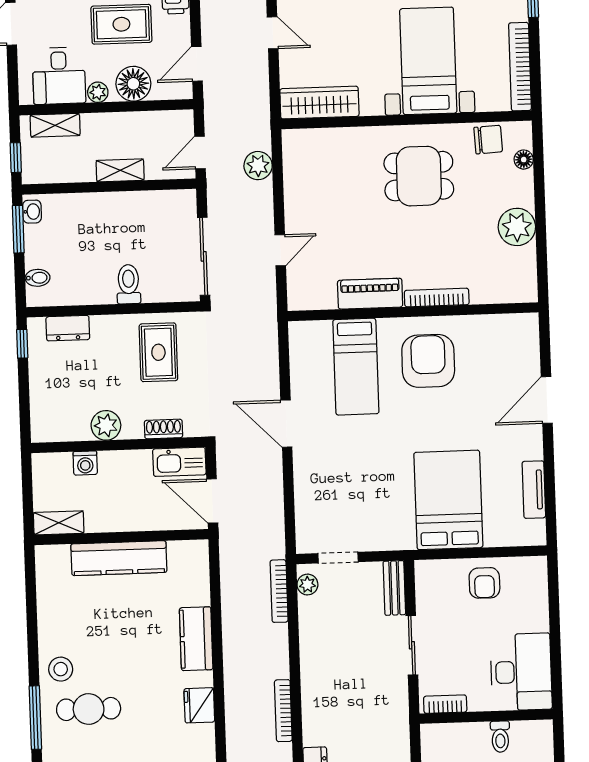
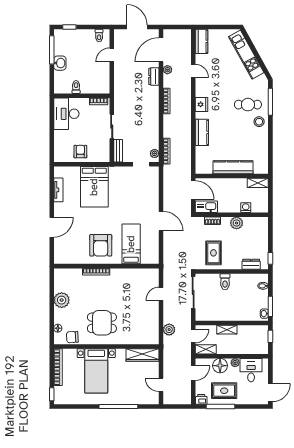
shelving: (55, 125) -> (206, 349), moved
piano: (370, 294) -> (124, 274), removed

